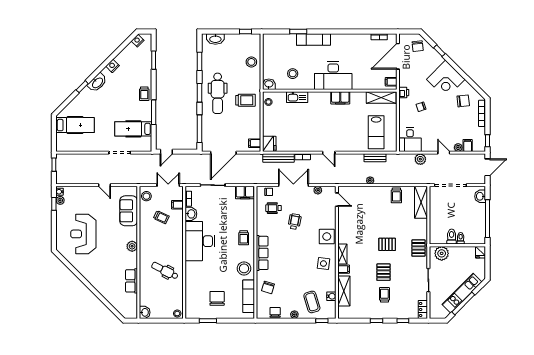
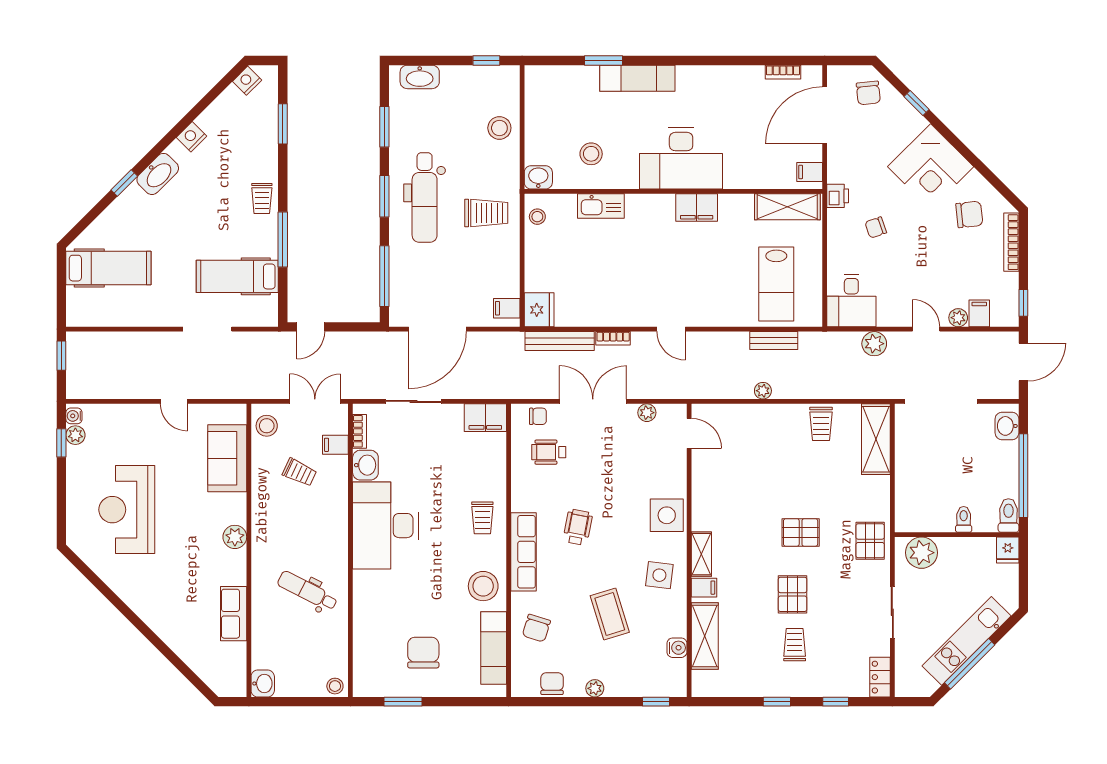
wheelchair: (295, 222) -> (578, 527), moved
toilet: (452, 237) -> (1008, 515), moved
coffee table: (312, 302) -> (610, 614), moved

